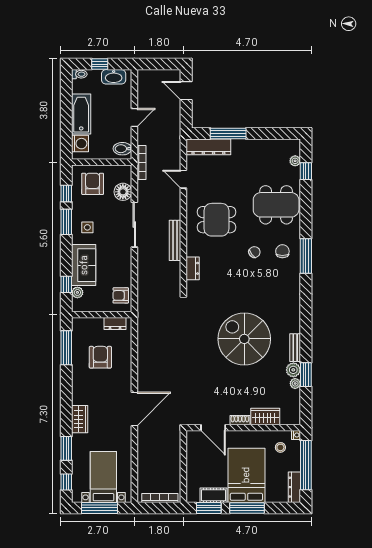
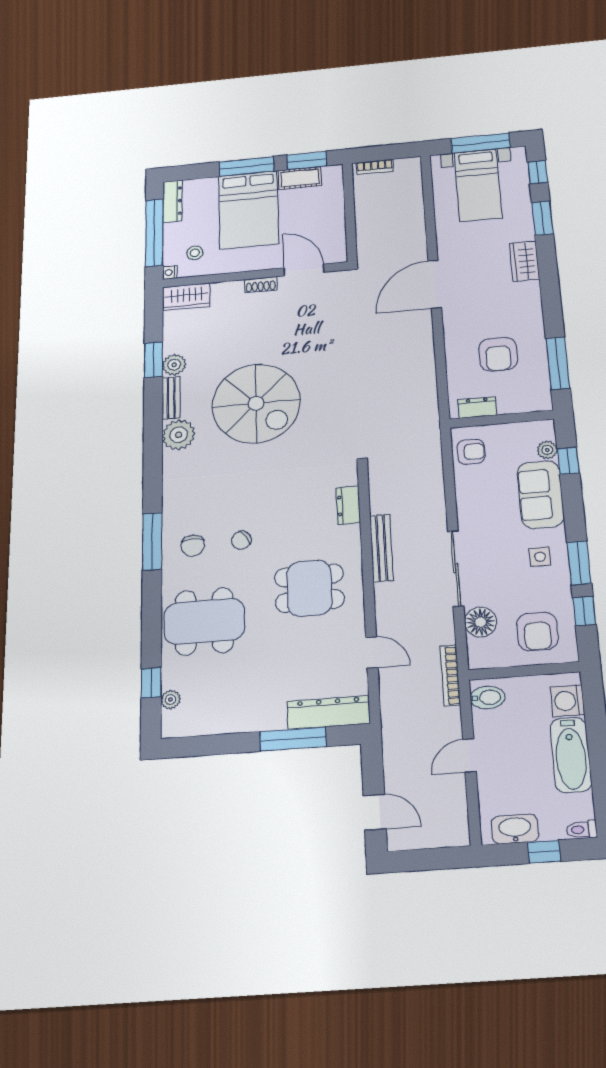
plant: (295, 383) -> (179, 435), moved, width x1.88, depth x1.88
wardrobe: (265, 417) -> (186, 297), moved
bookcase: (160, 498) -> (375, 167), width x0.64

